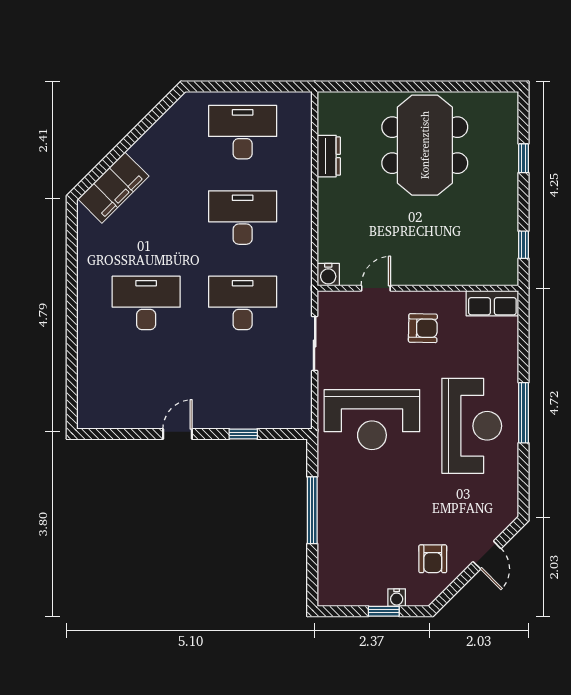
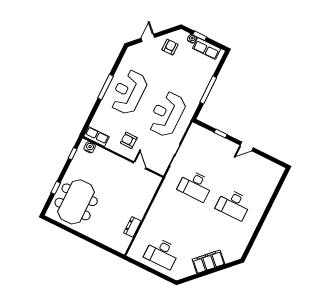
meeting table: (425, 145) -> (76, 202), moved
filing cabinet: (113, 188) -> (208, 262), moved
desk: (243, 218) -> (179, 219), removed
water cooler: (328, 275) -> (90, 147), moved
door: (376, 288) -> (140, 165), swing flipped
reception desk: (372, 420) -> (167, 114), turned -90
row of seats: (357, 593) -> (207, 49), added

